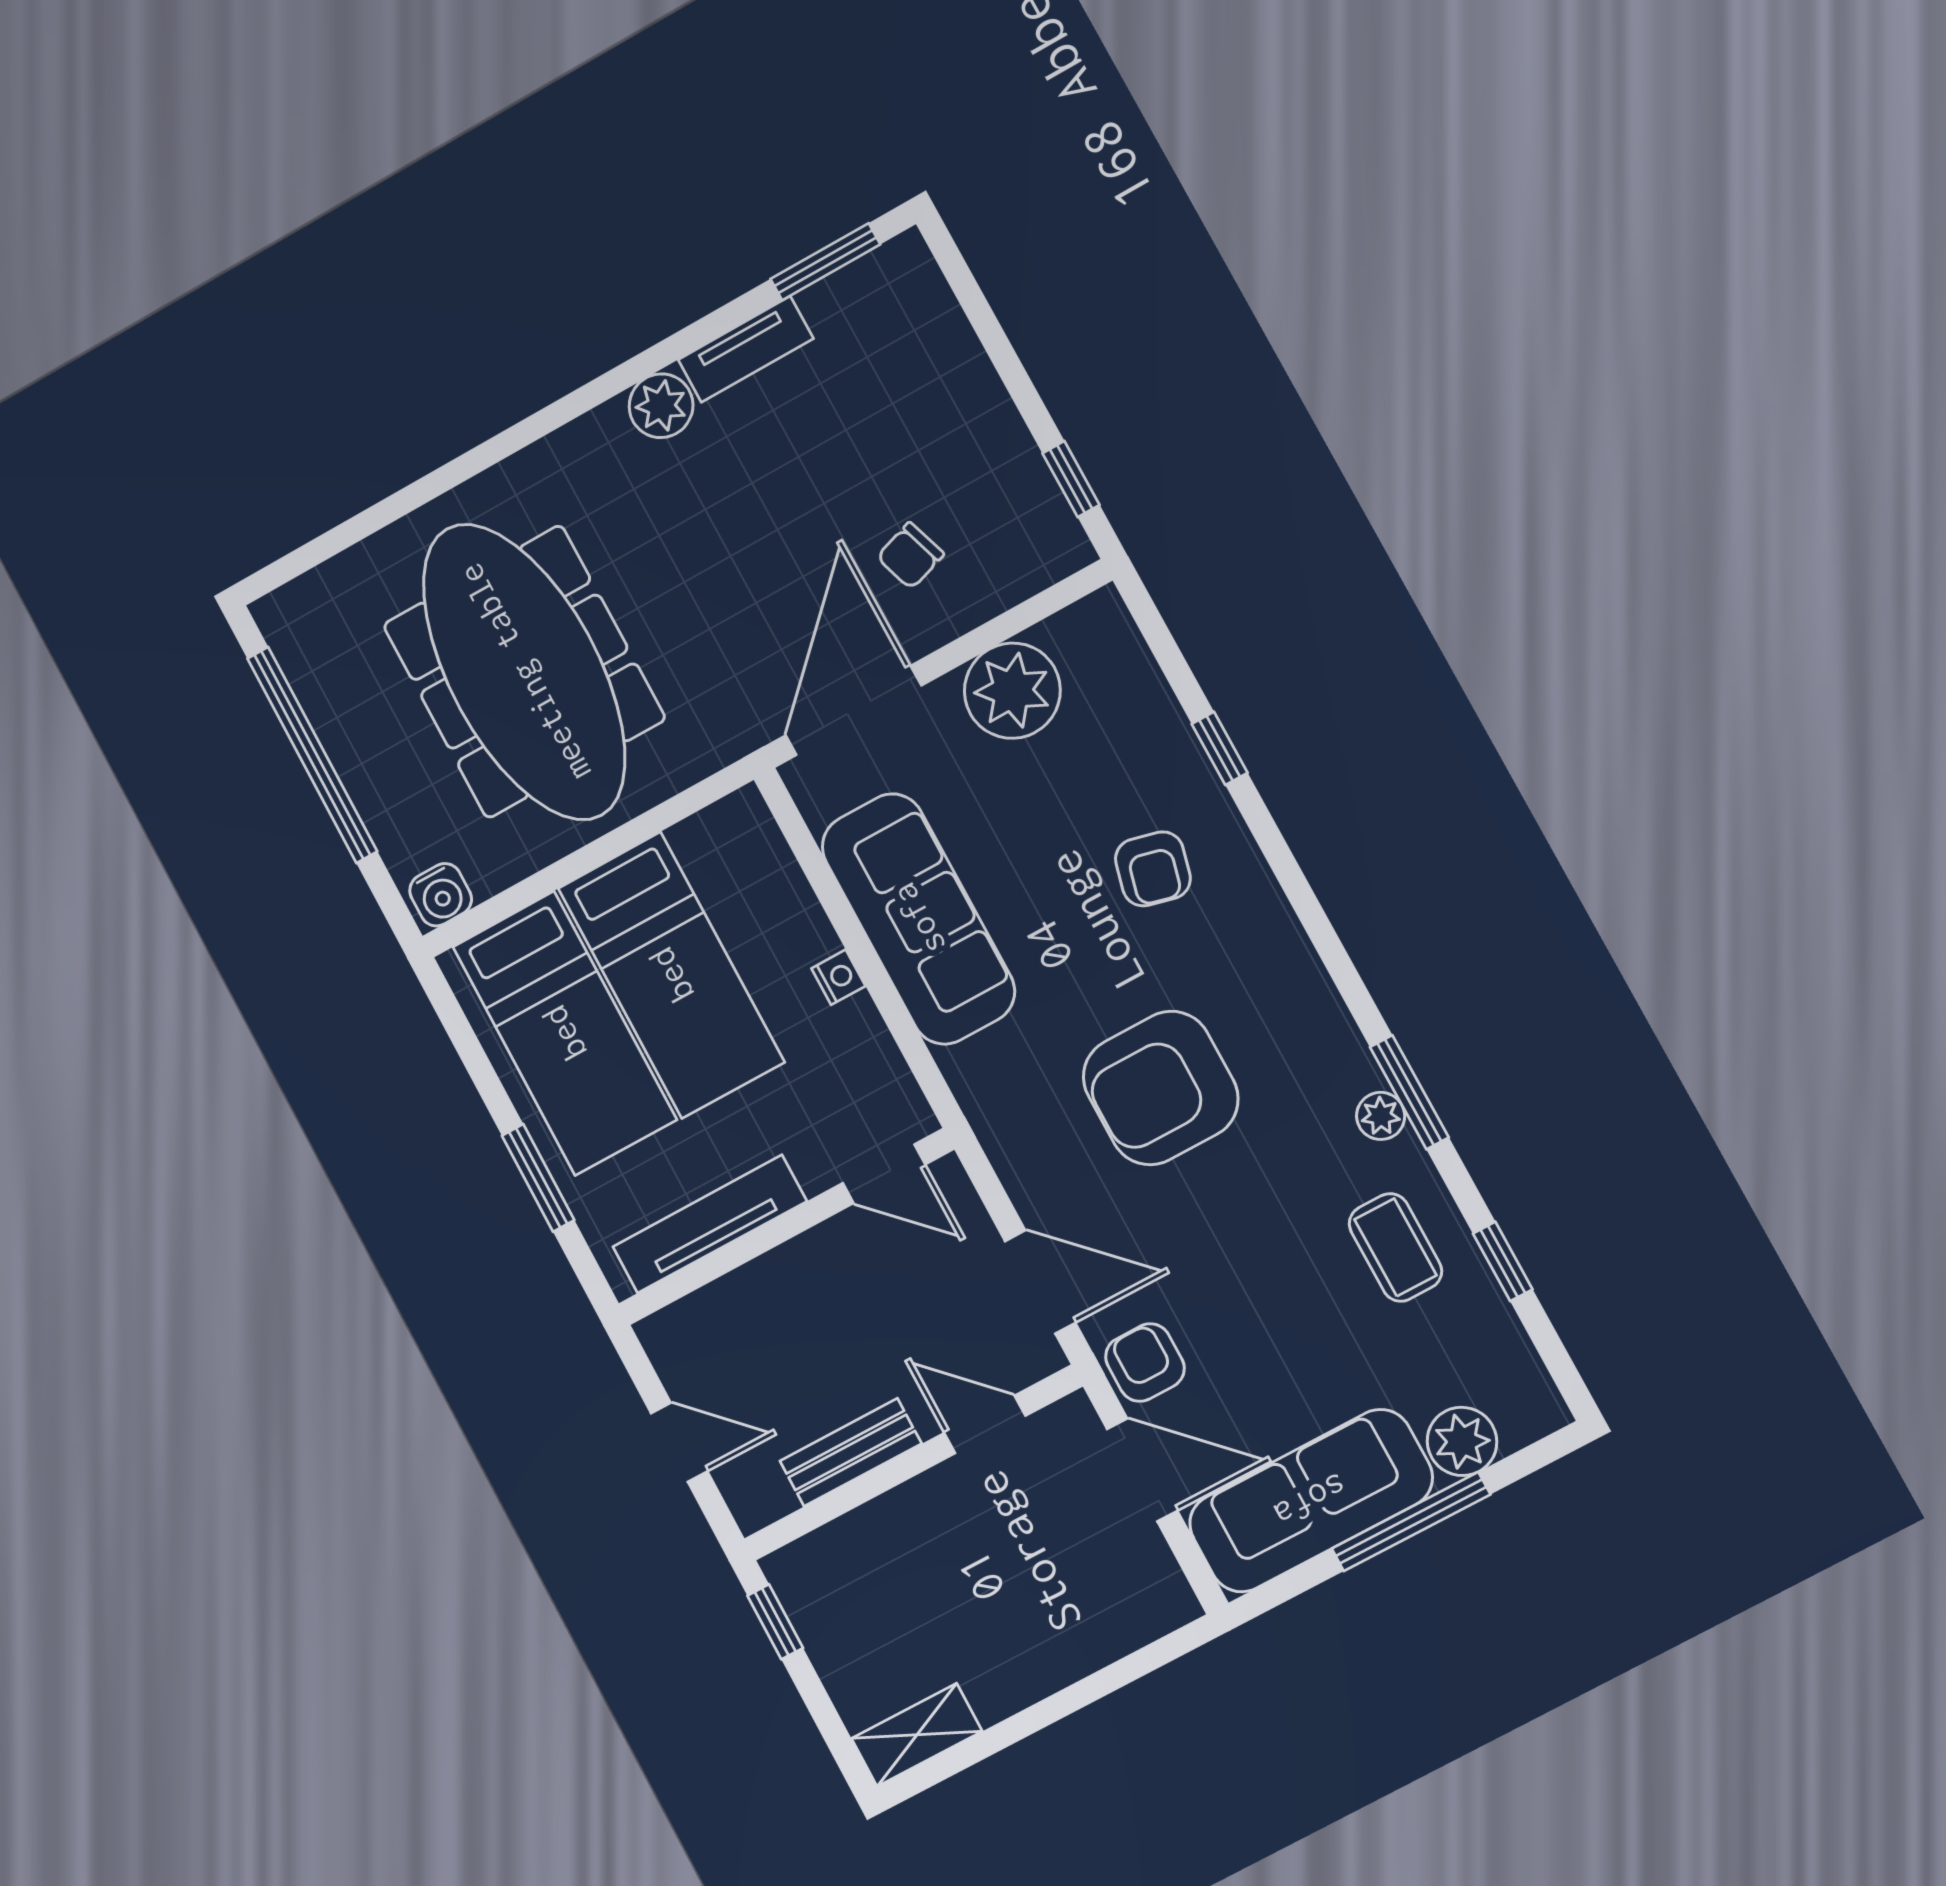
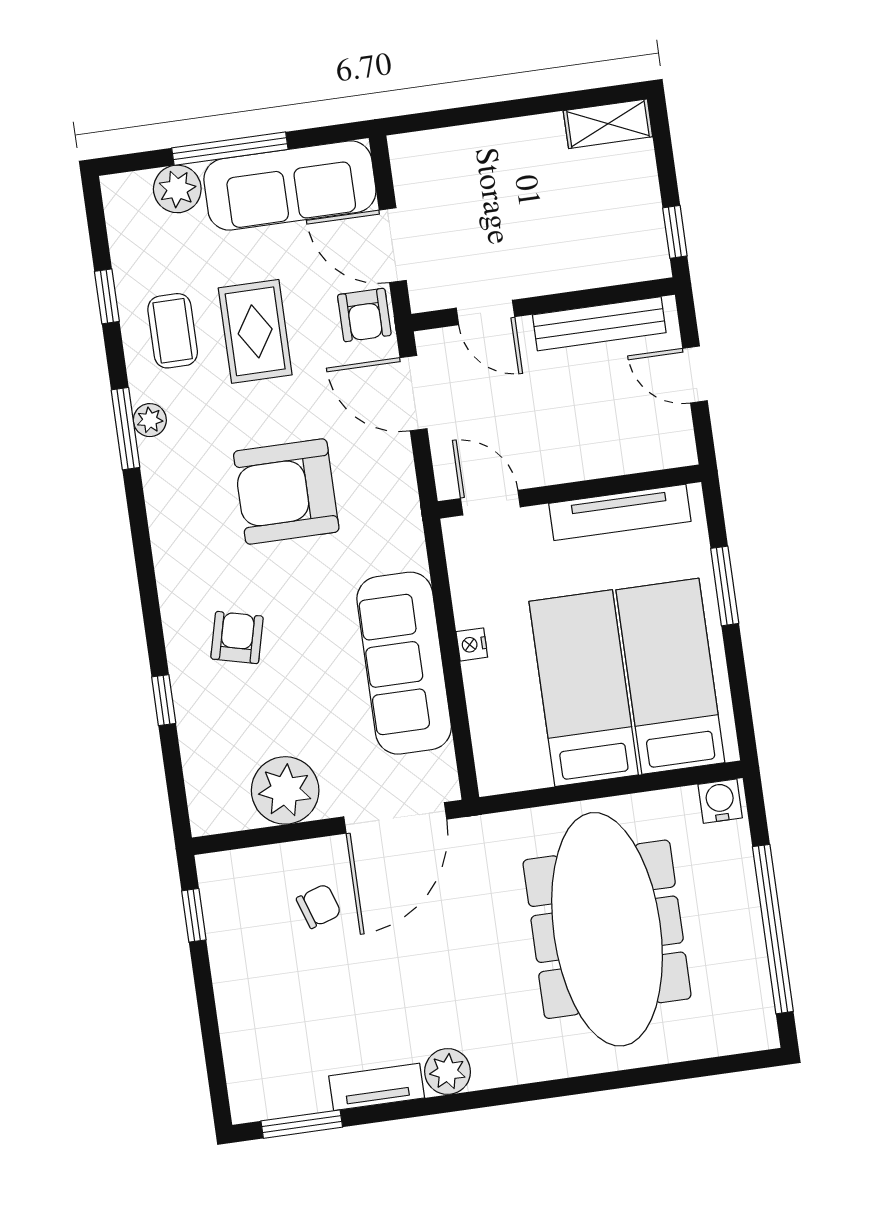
armchair: (1161, 1088) -> (286, 492), turned 180
rug: (1283, 1287) -> (255, 331), added
bench: (851, 1452) -> (599, 324), width x1.36

